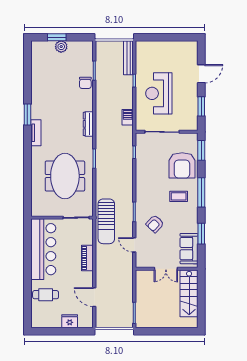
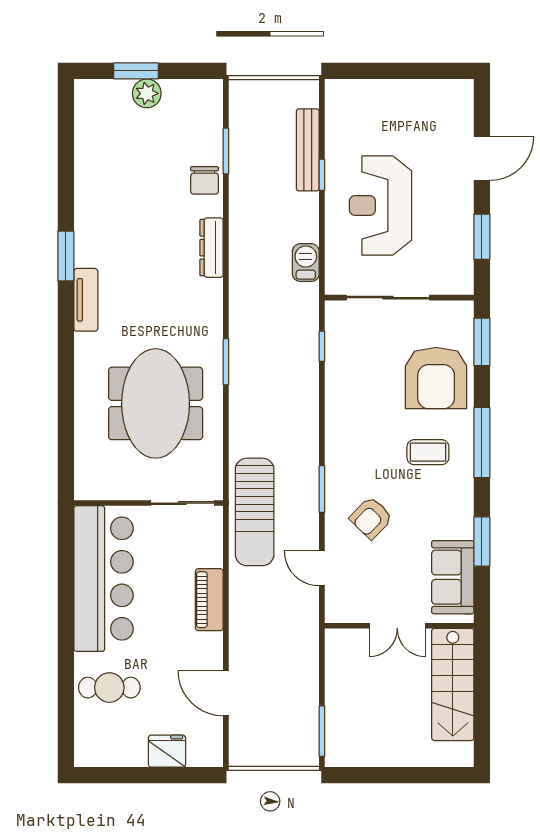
bench: (128, 58) -> (308, 150), moved
dresser: (88, 124) -> (212, 248), moved

